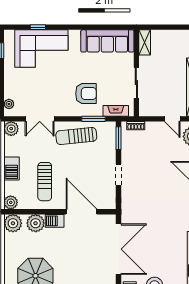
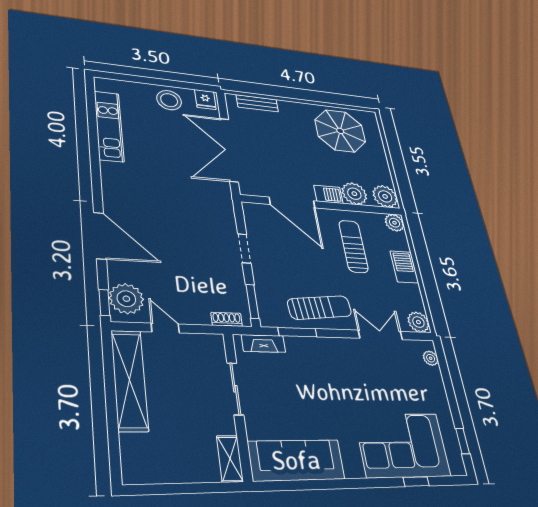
armchair: (86, 94) -> (317, 372), removed

